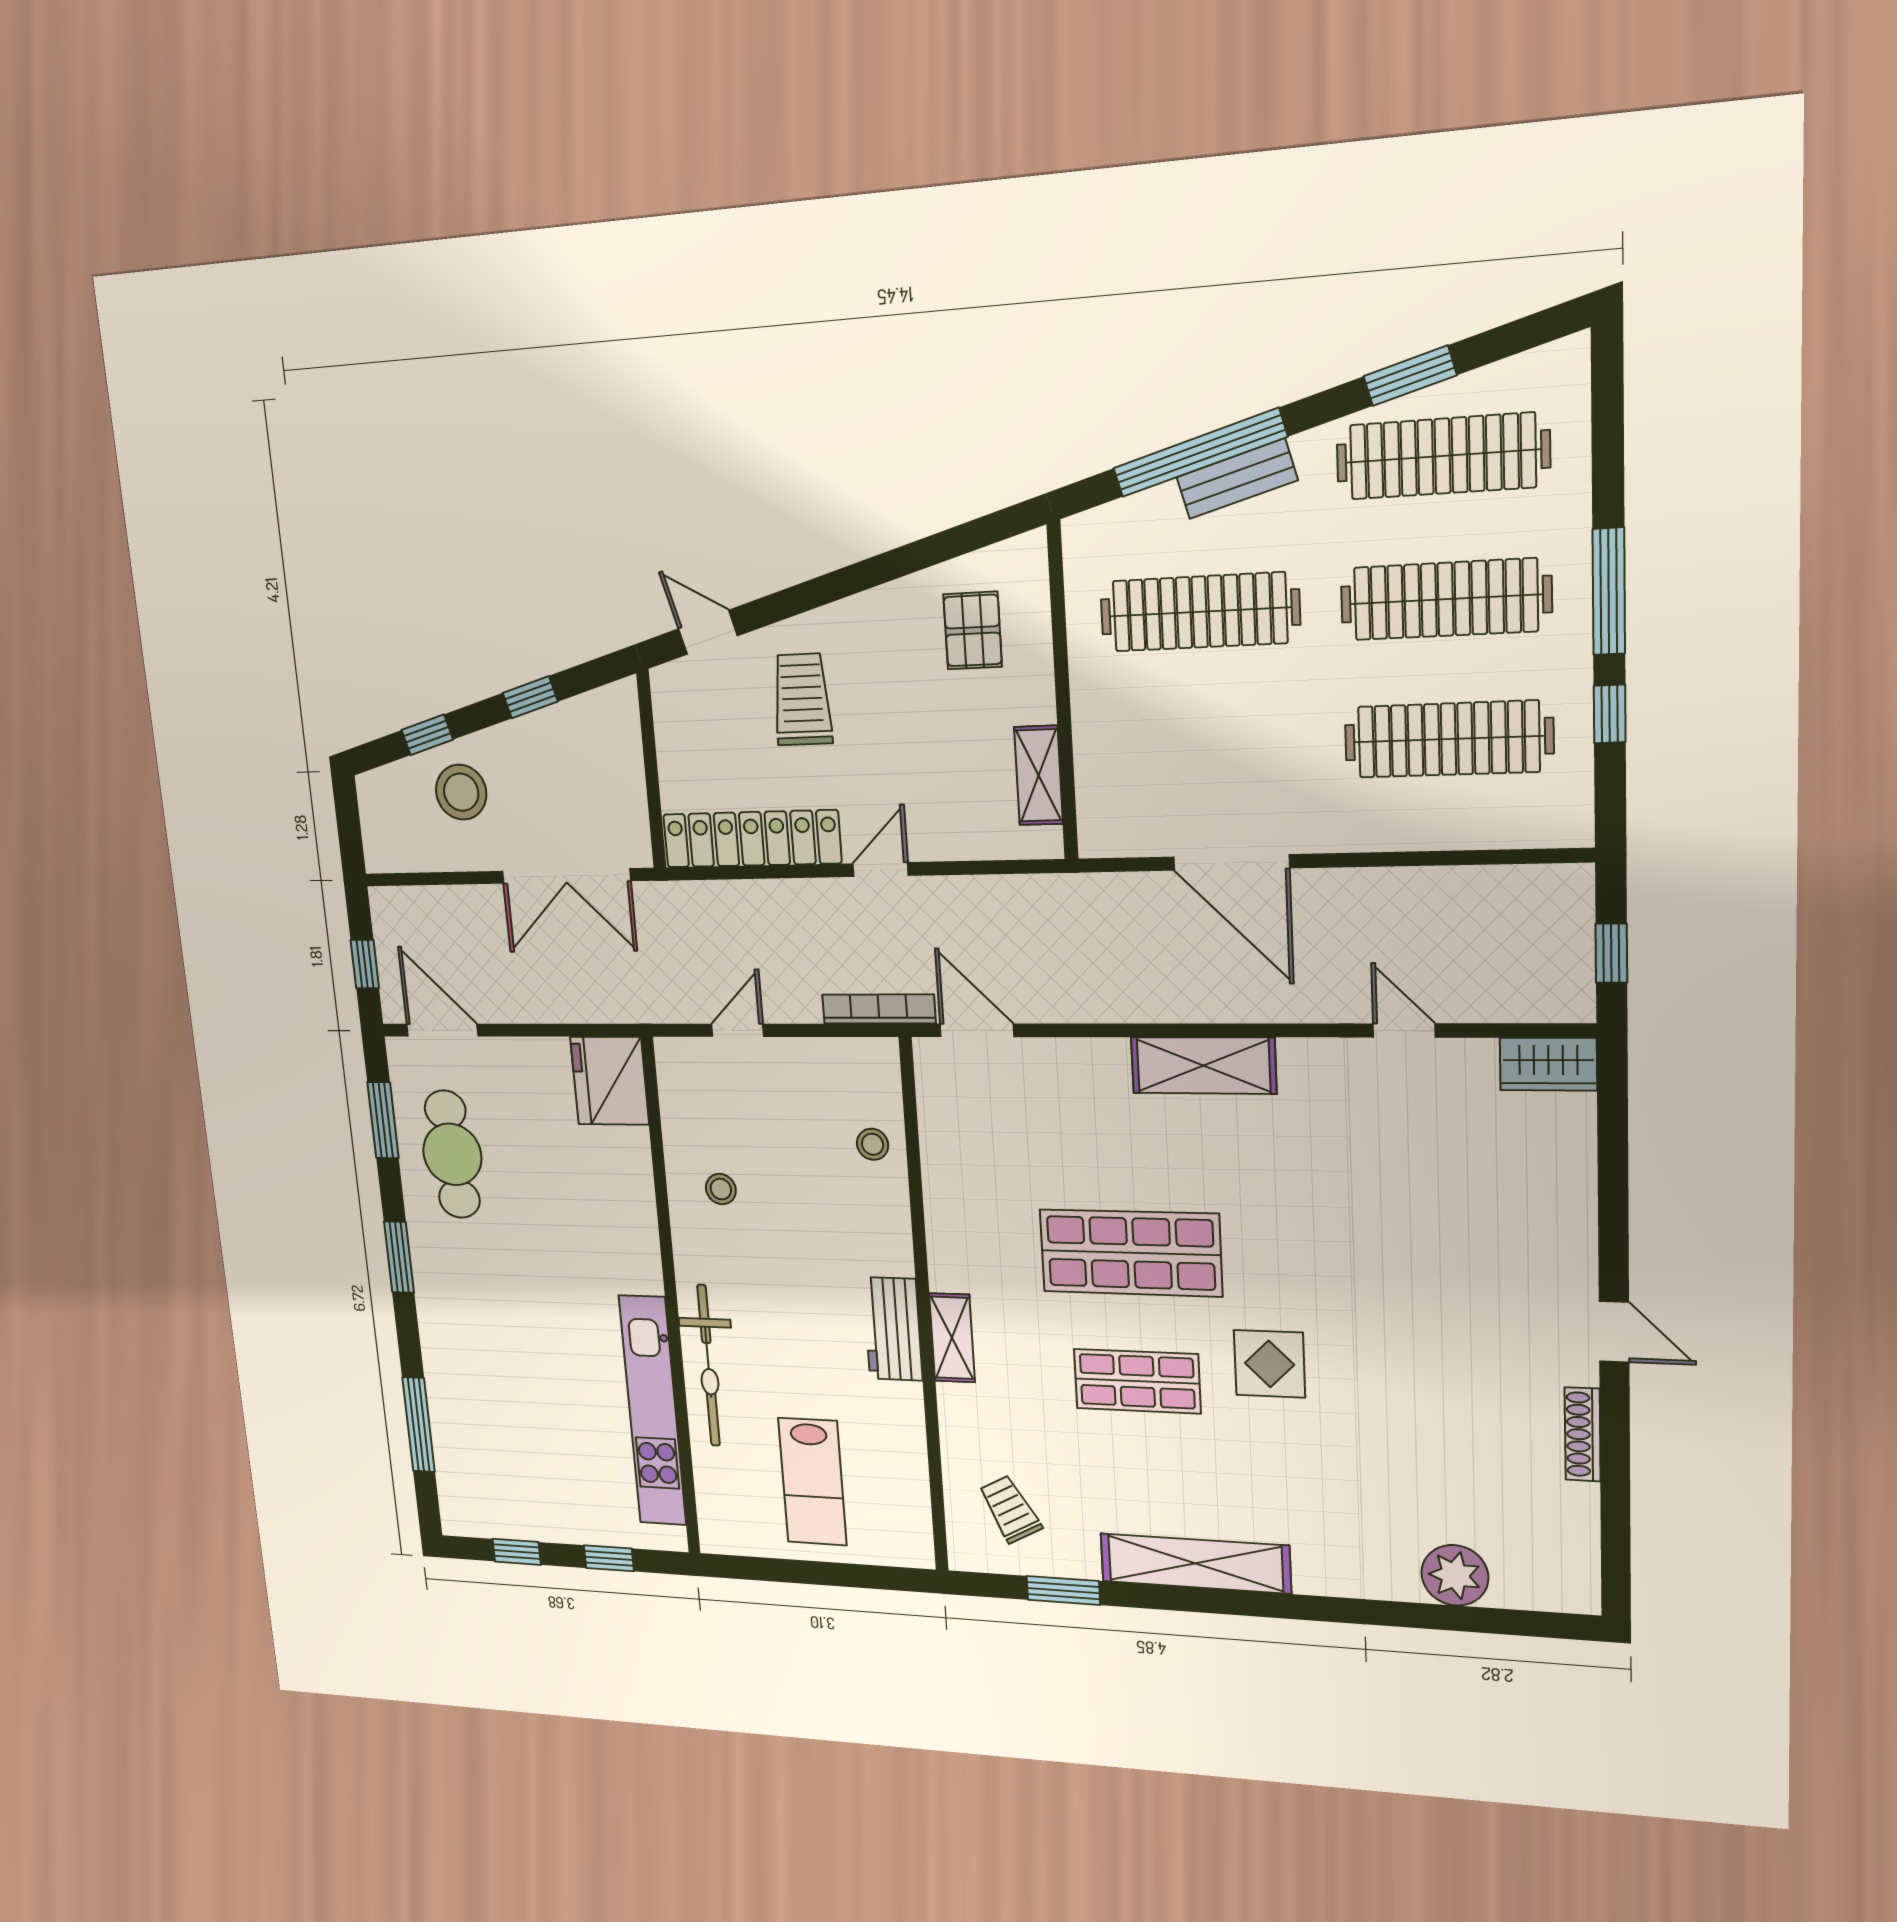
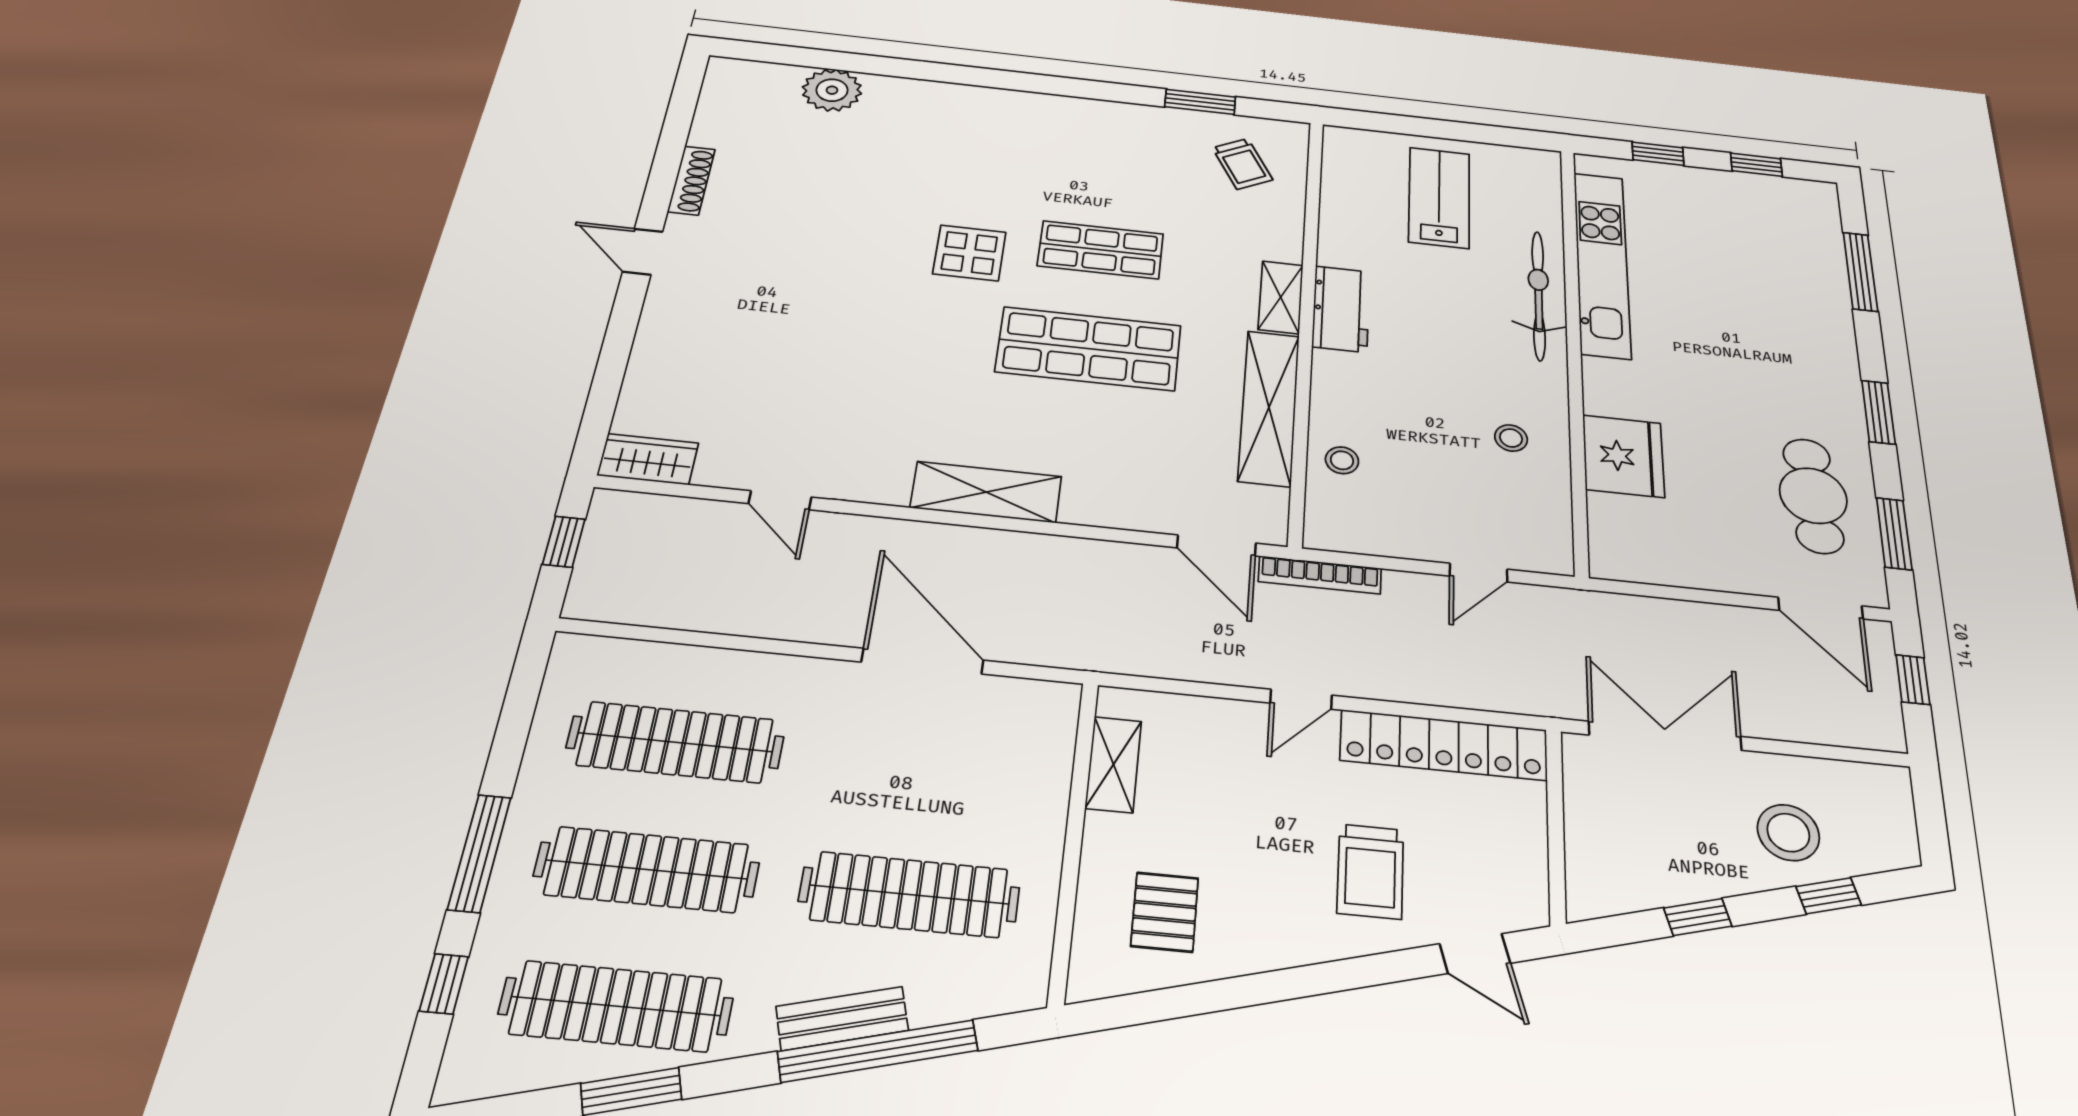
window: (1610, 714) -> (444, 984), moved
fridge: (610, 1081) -> (1623, 456), moved
shelving: (1195, 1563) -> (1269, 408), moved, turned 90

